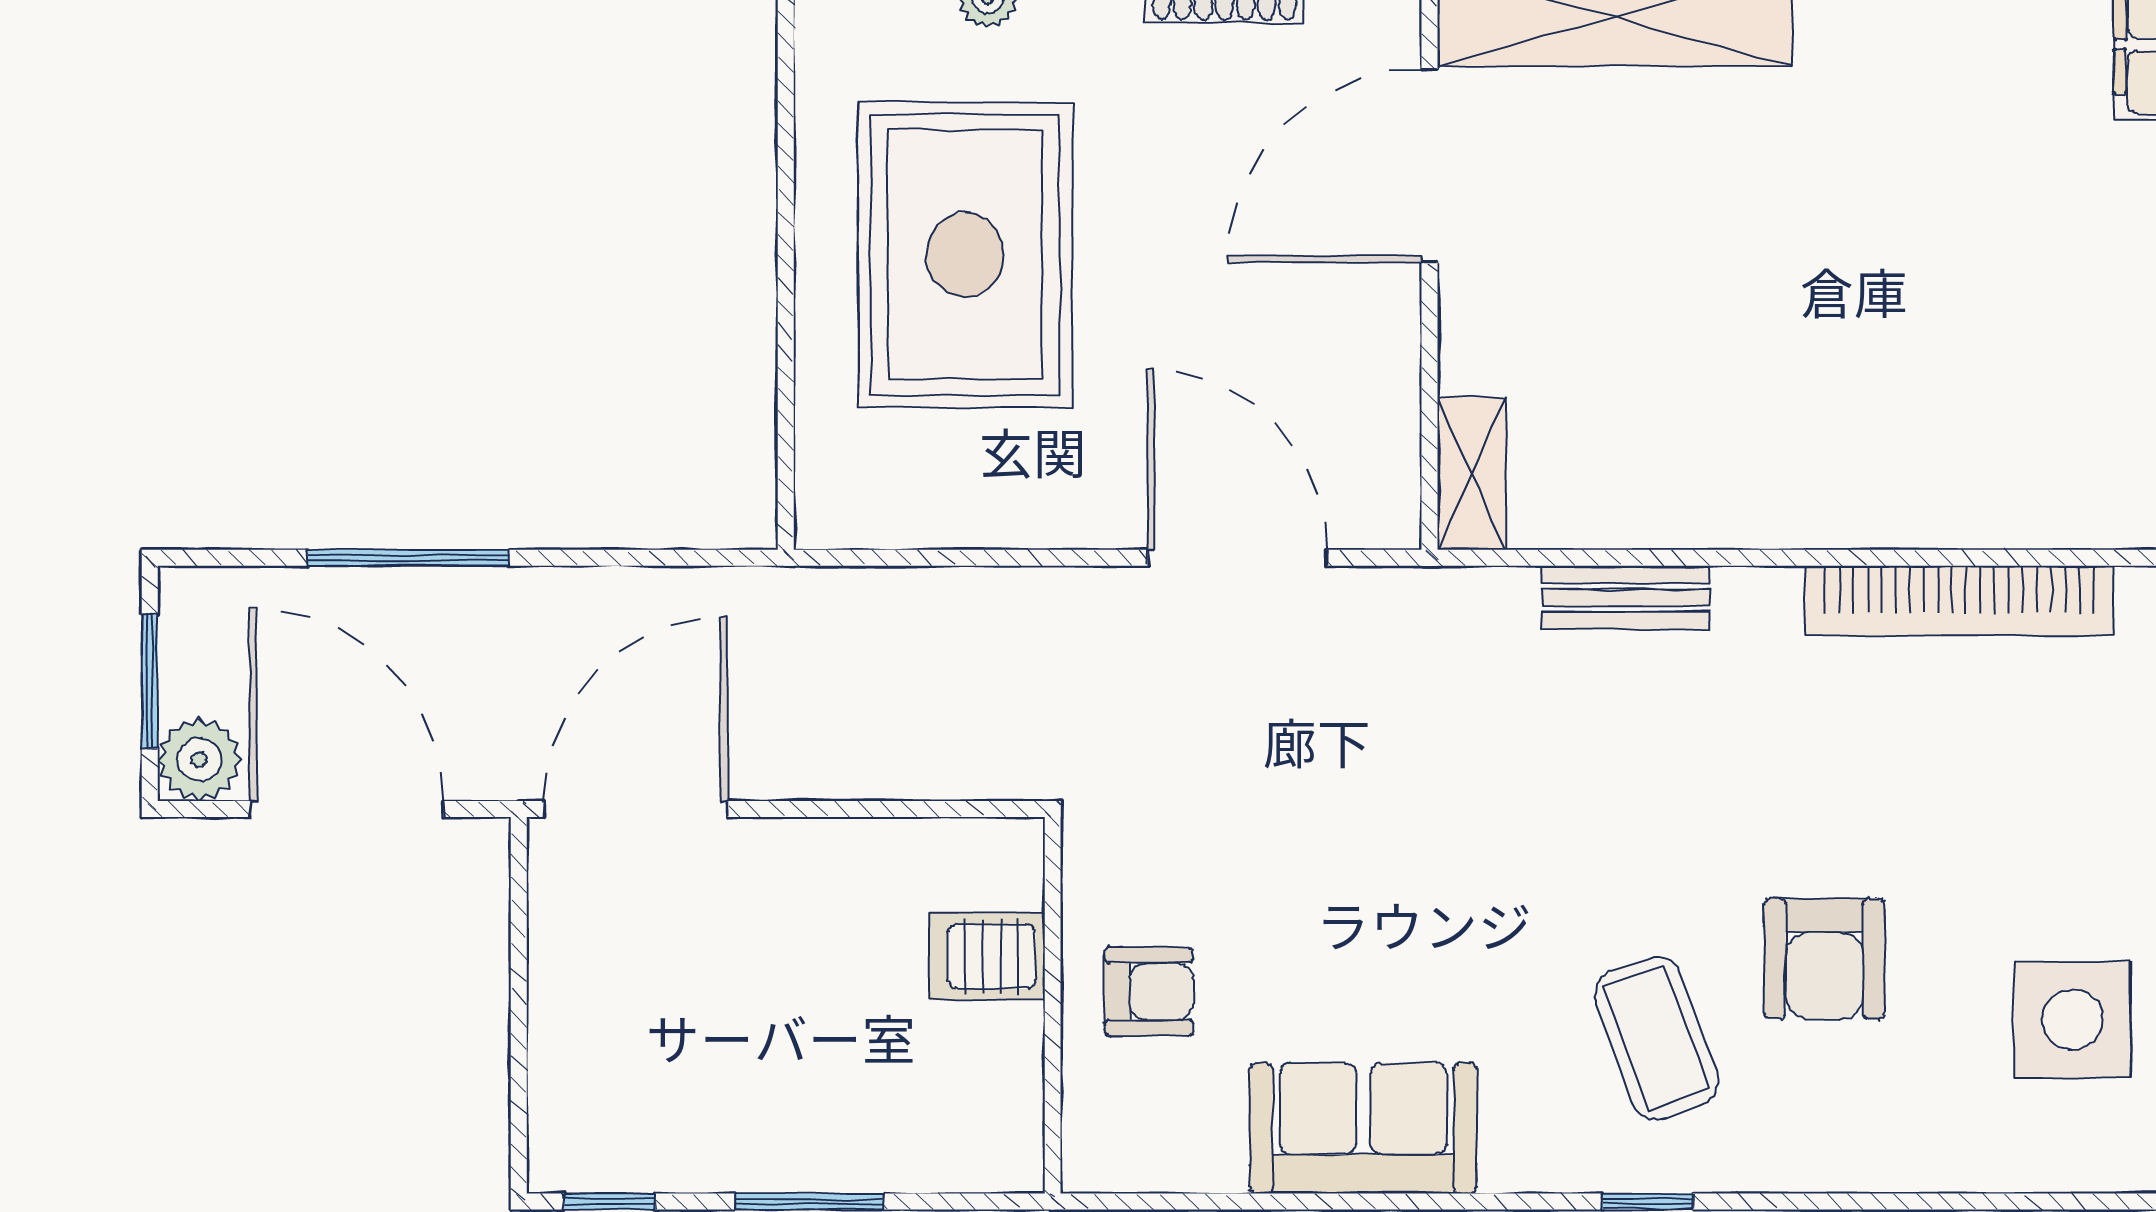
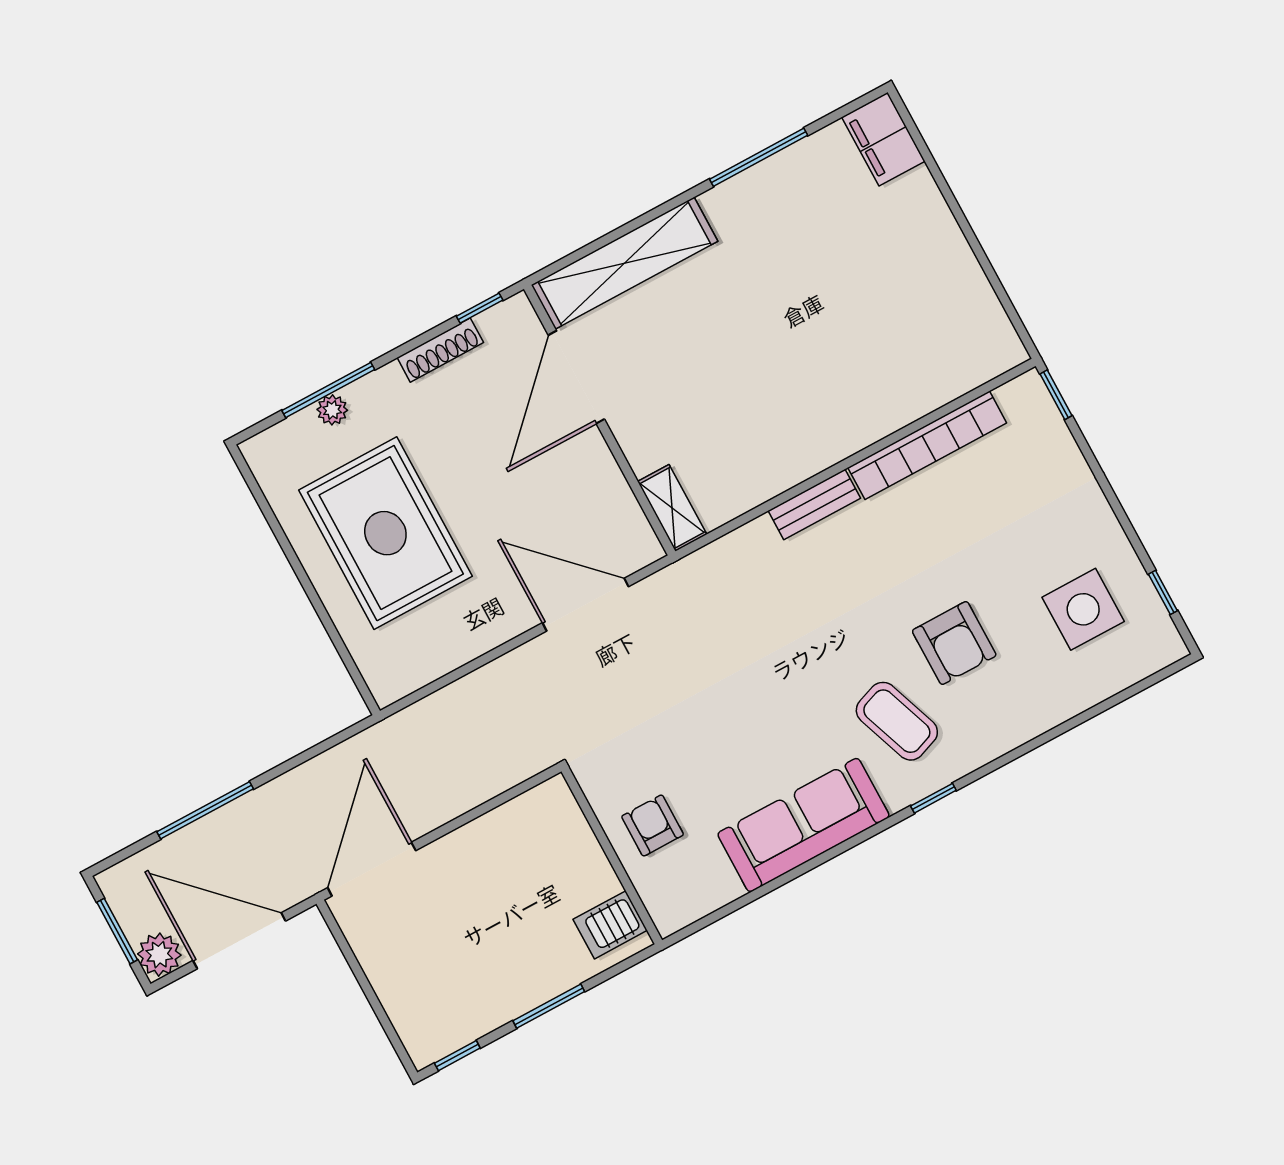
bench: (1626, 598) -> (814, 504), moved
server rack: (987, 957) -> (610, 925), moved
armchair: (1149, 991) -> (653, 825), turned -90
sofa: (1363, 1128) -> (803, 825), width x1.36

